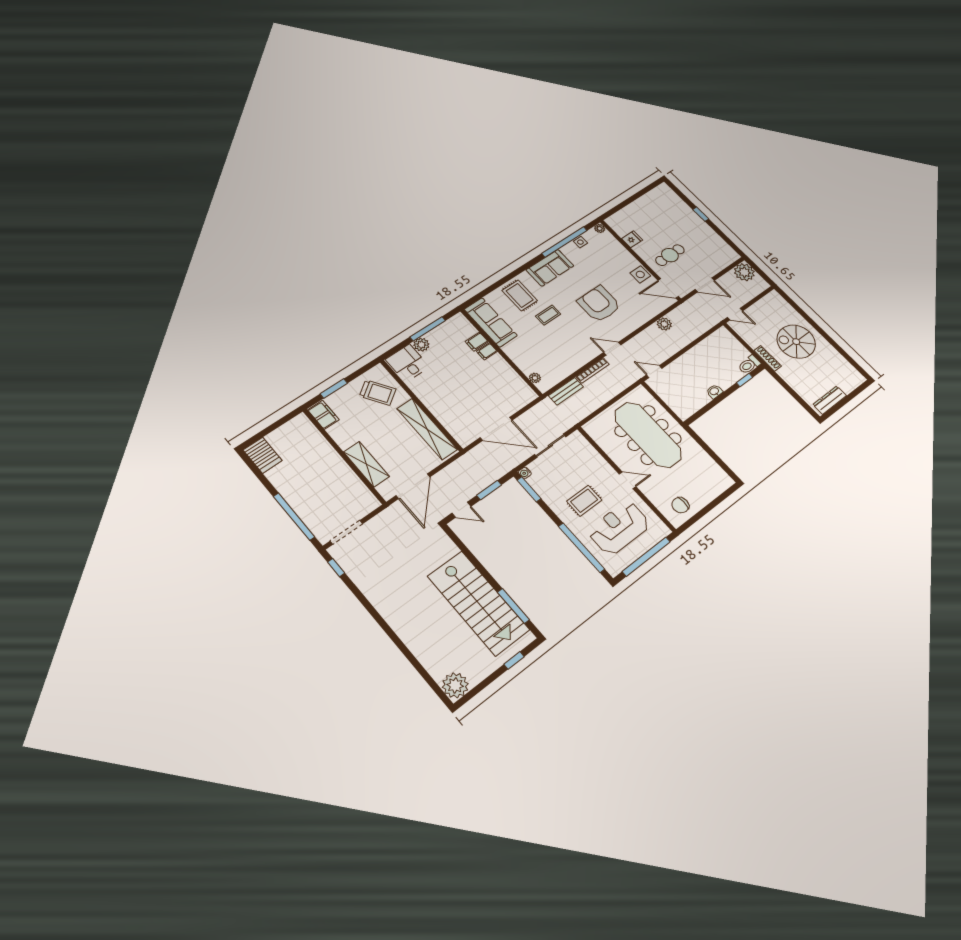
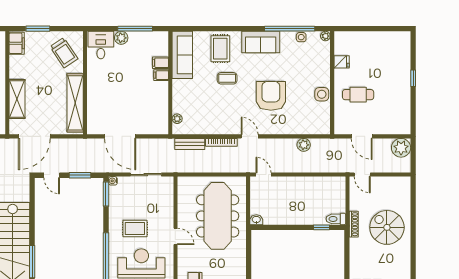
door: (668, 288) -> (332, 120), removed
washbasin: (714, 391) -> (256, 220), moved

